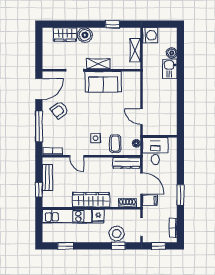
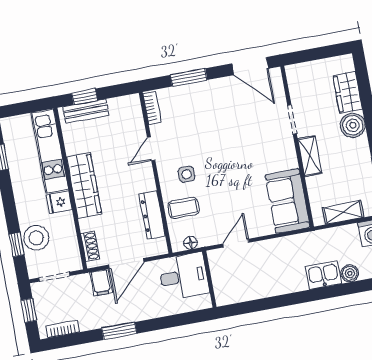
sofa: (103, 82) -> (288, 201), moved
armchair: (59, 110) -> (222, 106), removed
window: (39, 126) -> (189, 77), width x0.69
dresser: (126, 163) -> (152, 215), moved
bench: (47, 177) -> (86, 111), moved

